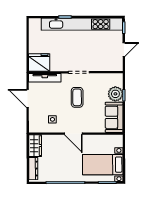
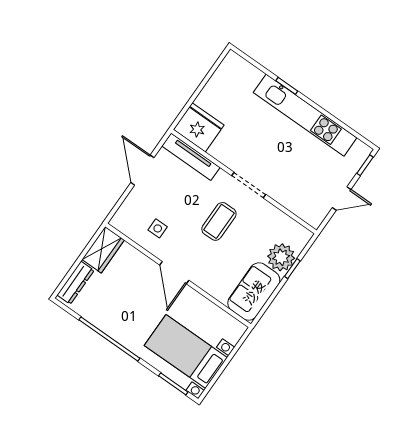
kitchen unit: (82, 24) -> (305, 115), width x0.73

